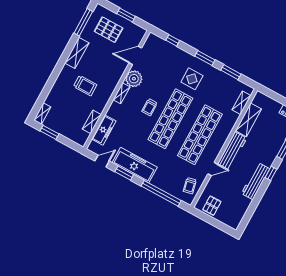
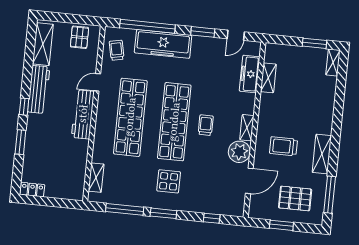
window: (231, 72) -> (125, 209), width x1.44
trolley: (85, 86) -> (283, 146), moved
shelving: (248, 120) -> (43, 44), moved
freezer: (135, 165) -> (163, 44), moved

